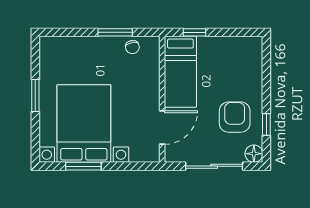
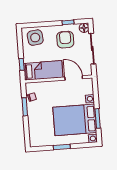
side table: (243, 61) -> (35, 38), added
armchair: (235, 117) -> (65, 40), turned 90

